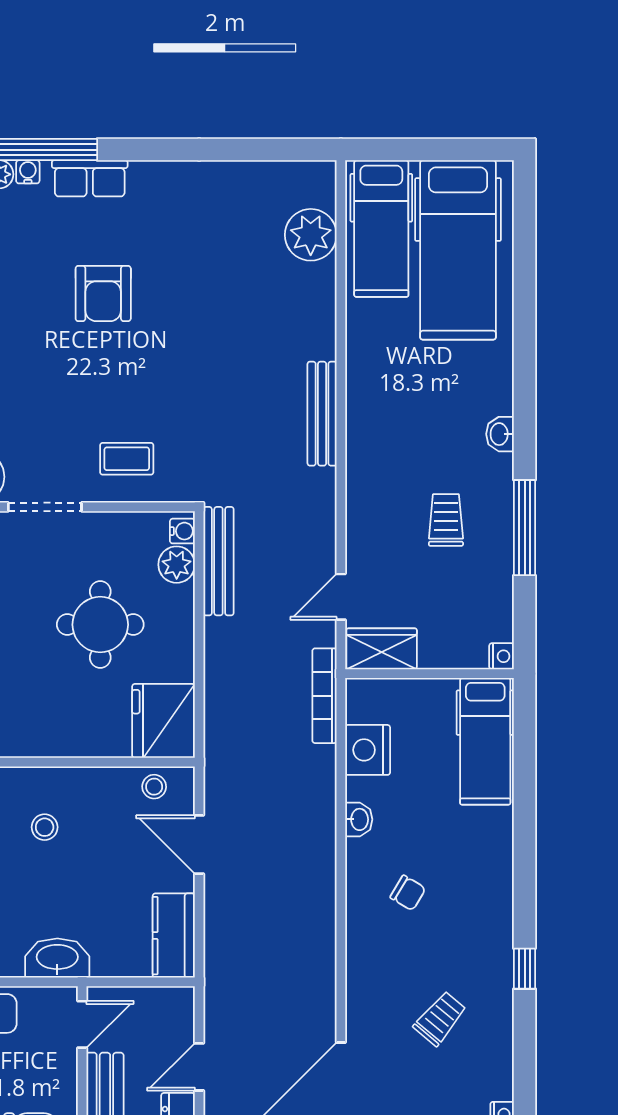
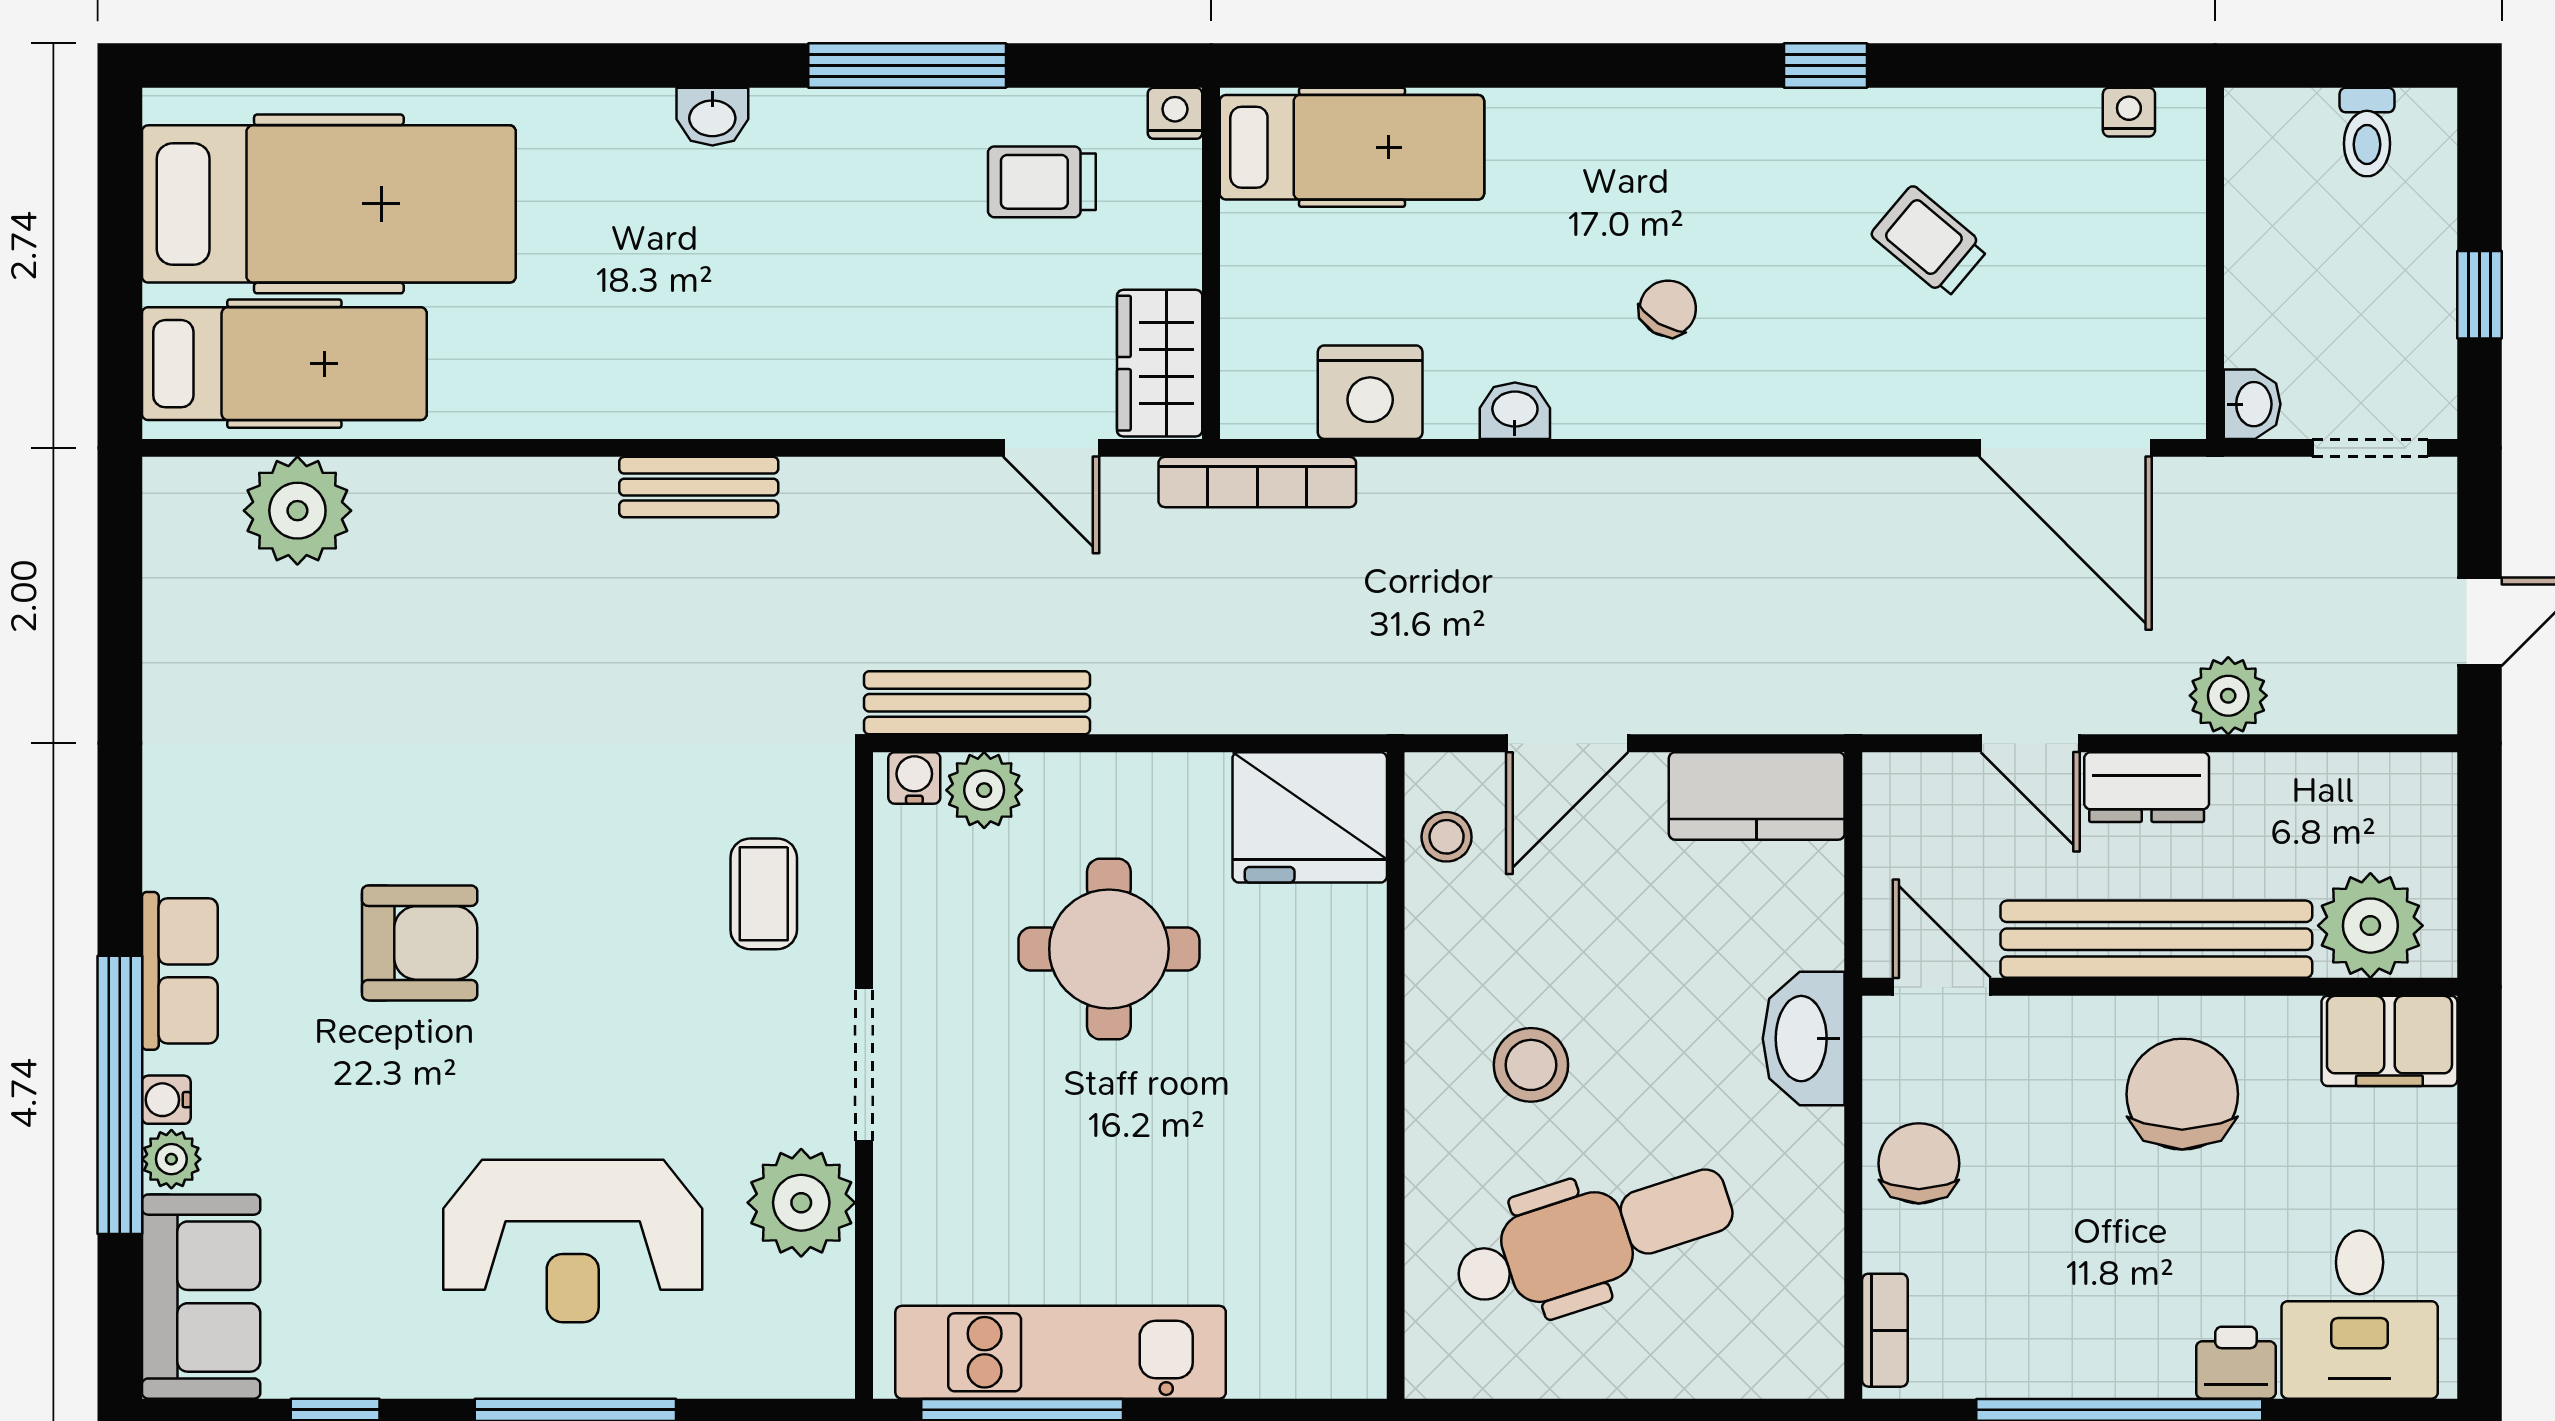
bench: (322, 414) -> (699, 487), width x0.73
trolley: (446, 520) -> (1042, 182), moved
stool: (45, 827) -> (1531, 1065), width x1.37, depth x1.37

